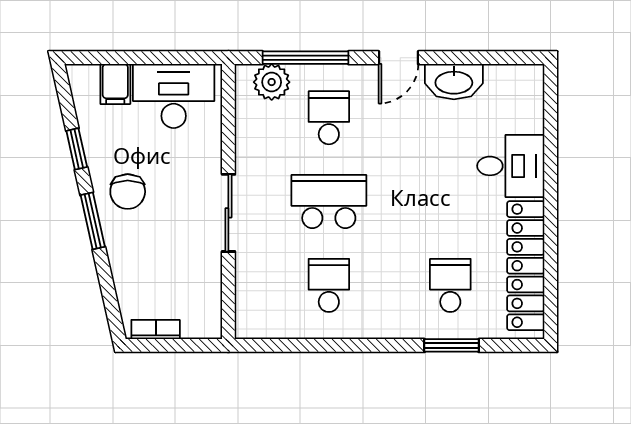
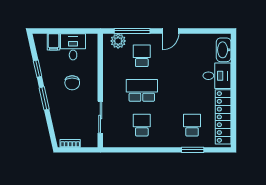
washbasin: (454, 82) -> (224, 50), moved, turned 90
desk: (174, 96) -> (73, 47), width x0.73
chair: (128, 192) -> (72, 83), moved
sliding door: (228, 213) -> (100, 117), moved

